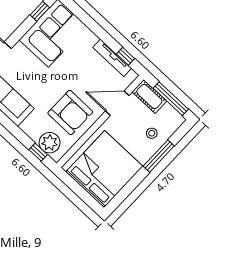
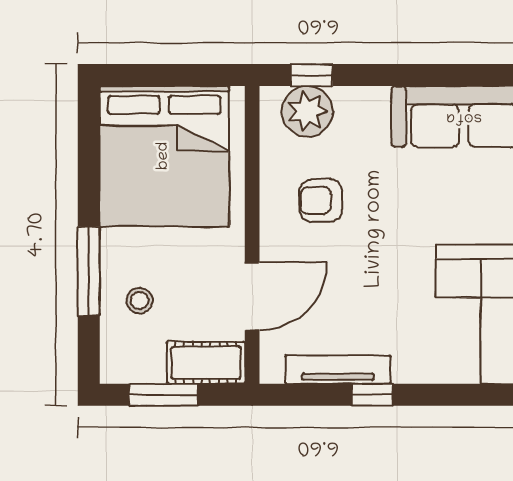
window: (126, 56) -> (372, 395), moved
window: (171, 99) -> (164, 395), width x0.69
armchair: (70, 113) -> (321, 201), width x0.53, depth x0.53

